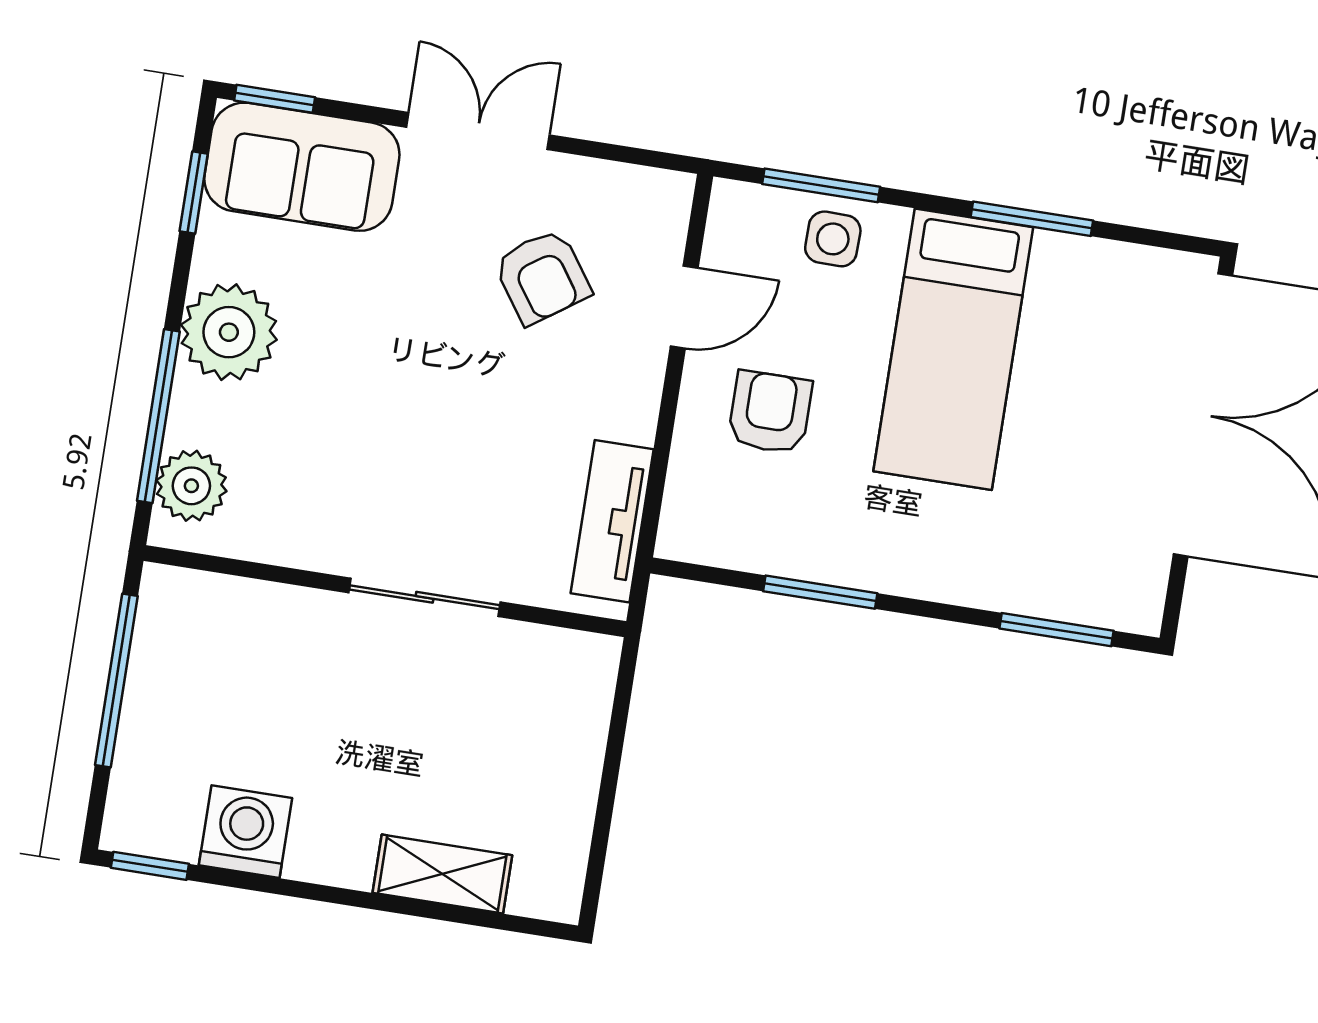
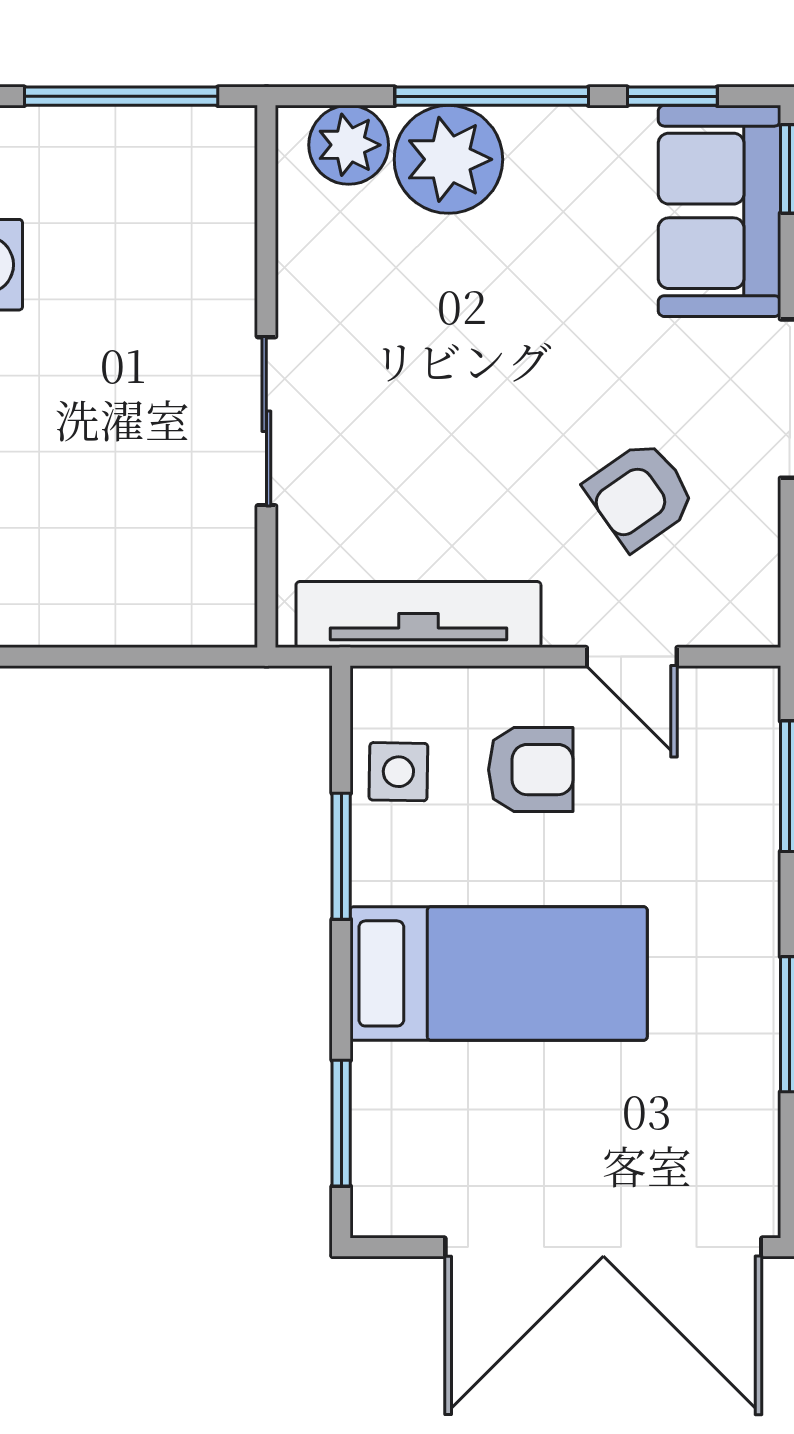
side table: (833, 239) -> (398, 772), moved
plant: (229, 332) -> (448, 159), moved
bed: (953, 349) -> (499, 973), moved, turned 180
window: (158, 416) -> (492, 96), moved
tv unit: (612, 521) -> (418, 615), width x1.41

